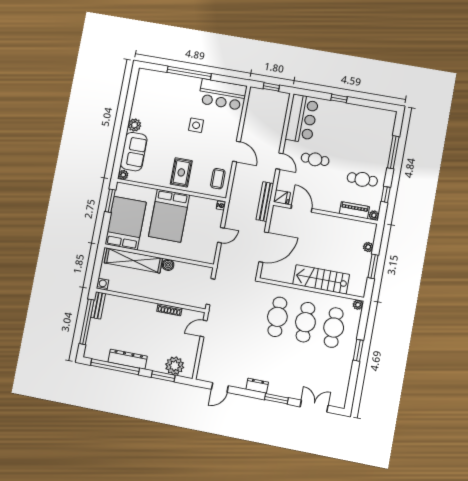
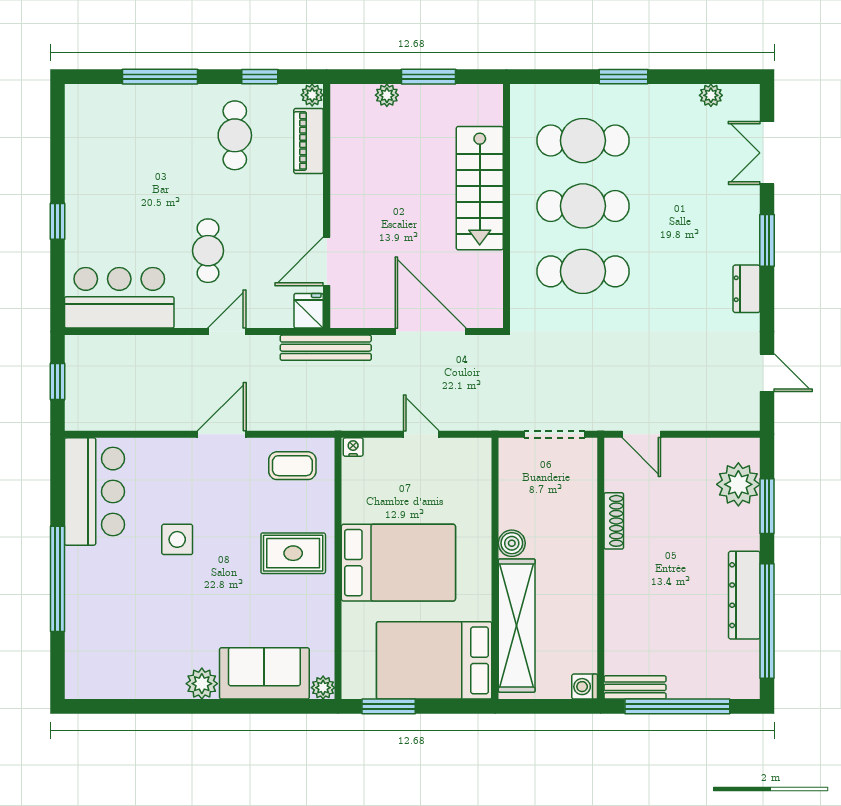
plant: (358, 305) -> (711, 95), moved

